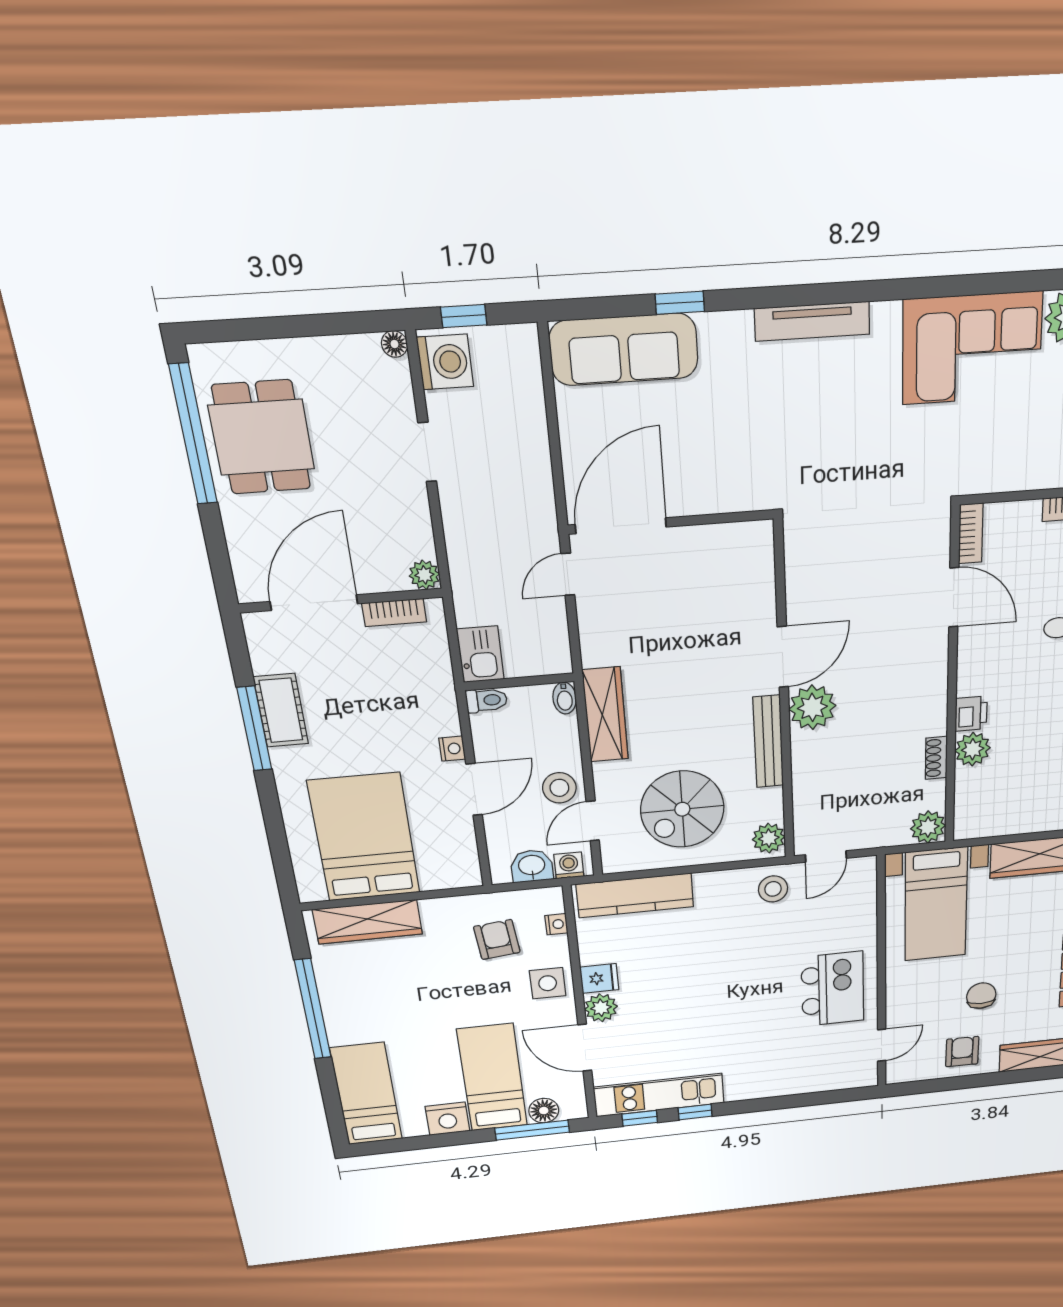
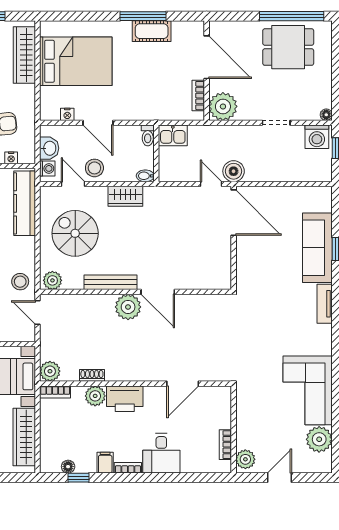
tv unit: (812, 321) -> (325, 304), width x0.71
sofa: (624, 349) -> (317, 248), moved
boiler: (538, 532) -> (234, 171), added
bookcase: (971, 533) -> (55, 392), moved
plant: (424, 575) -> (223, 106), width x1.88, depth x1.88
printer: (971, 714) -> (125, 399), width x1.87, depth x1.48
wardrobe: (605, 715) -> (125, 196), width x0.67
nightstand: (452, 749) -> (67, 114), moved

